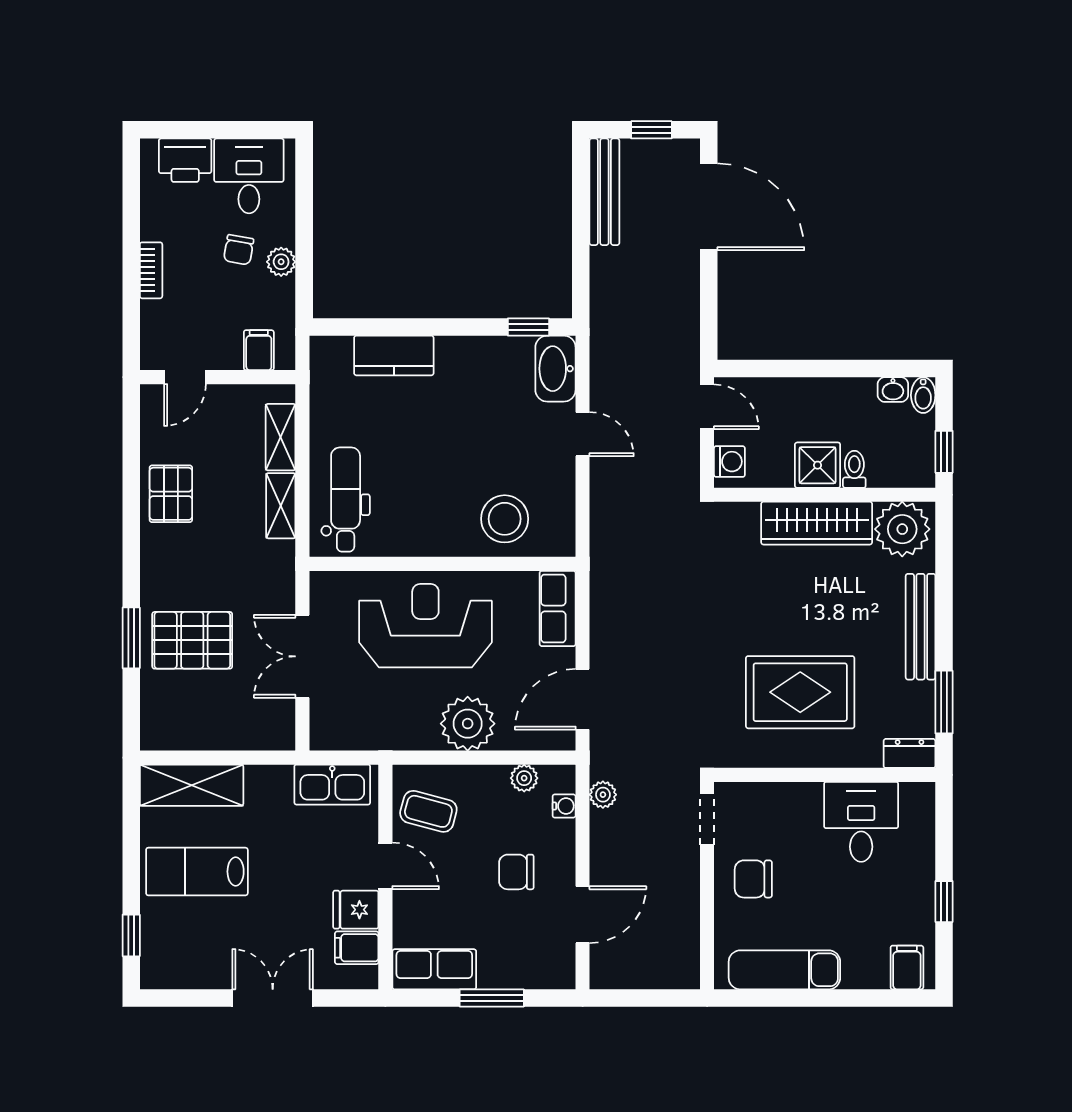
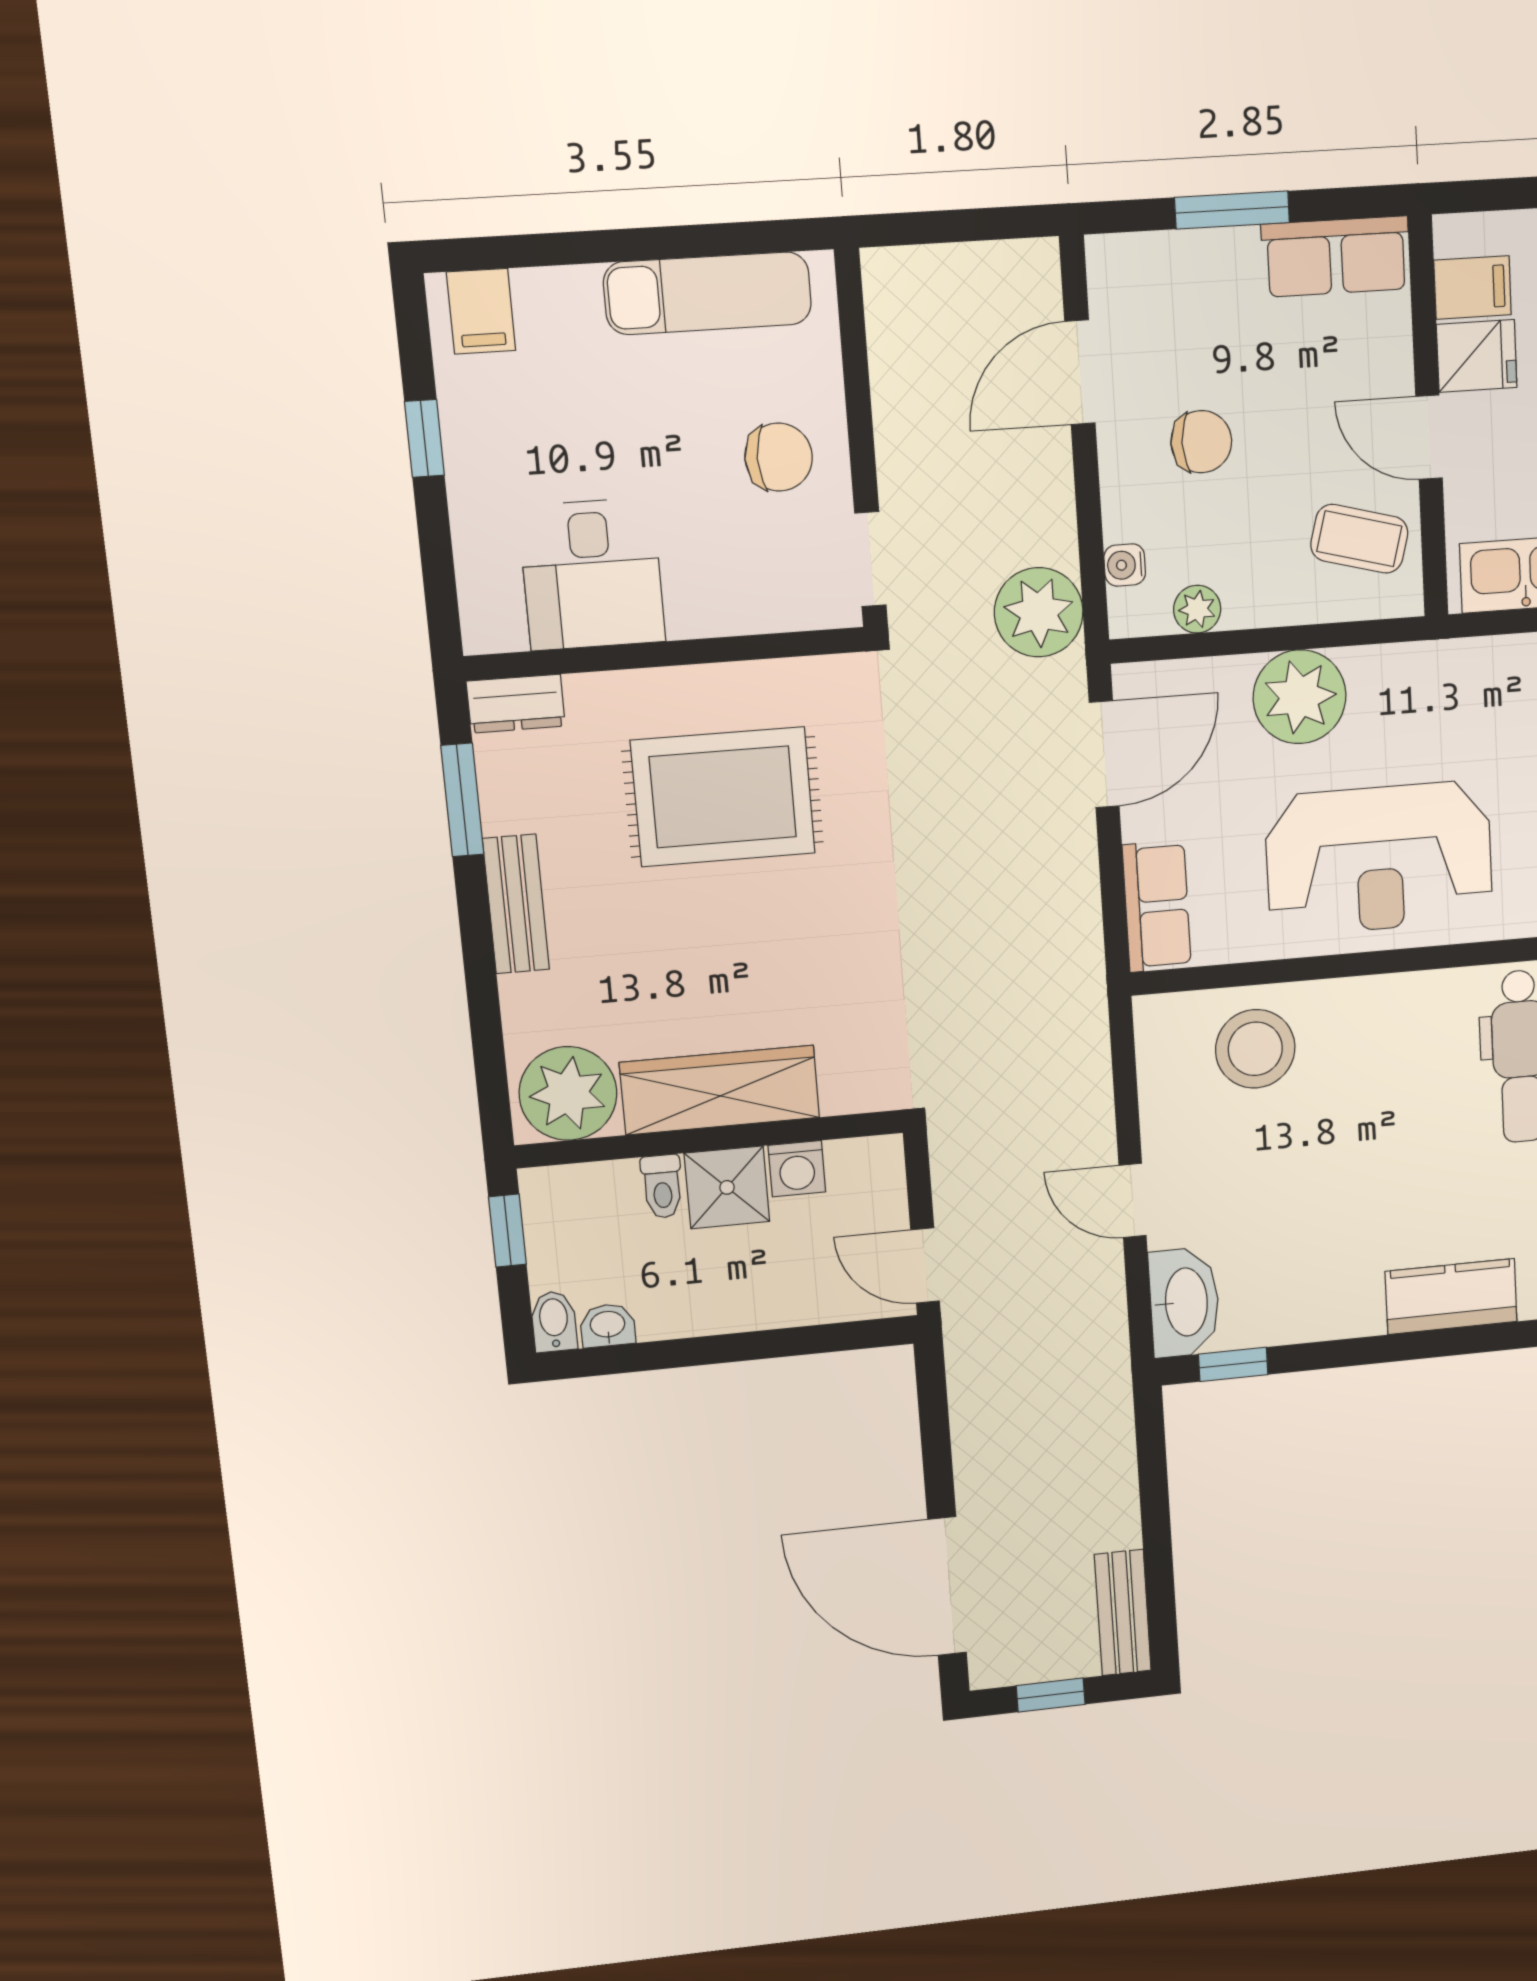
bench: (604, 192) -> (1123, 1613), width x0.73
washing machine: (729, 462) -> (797, 1169), moved, turned -90
bench: (921, 627) -> (516, 904), width x0.73
plant: (603, 795) -> (1039, 612), width x1.88, depth x1.88

